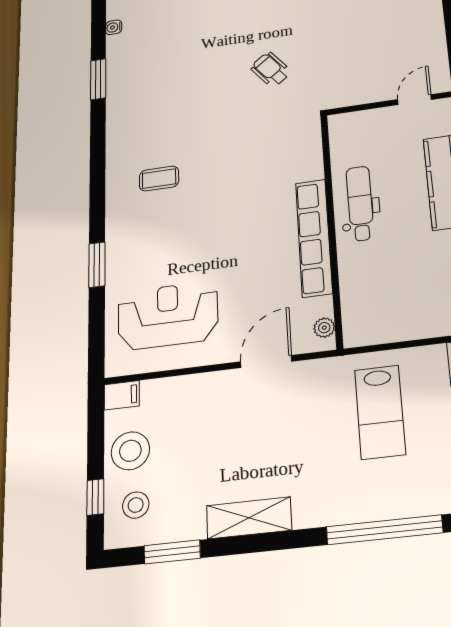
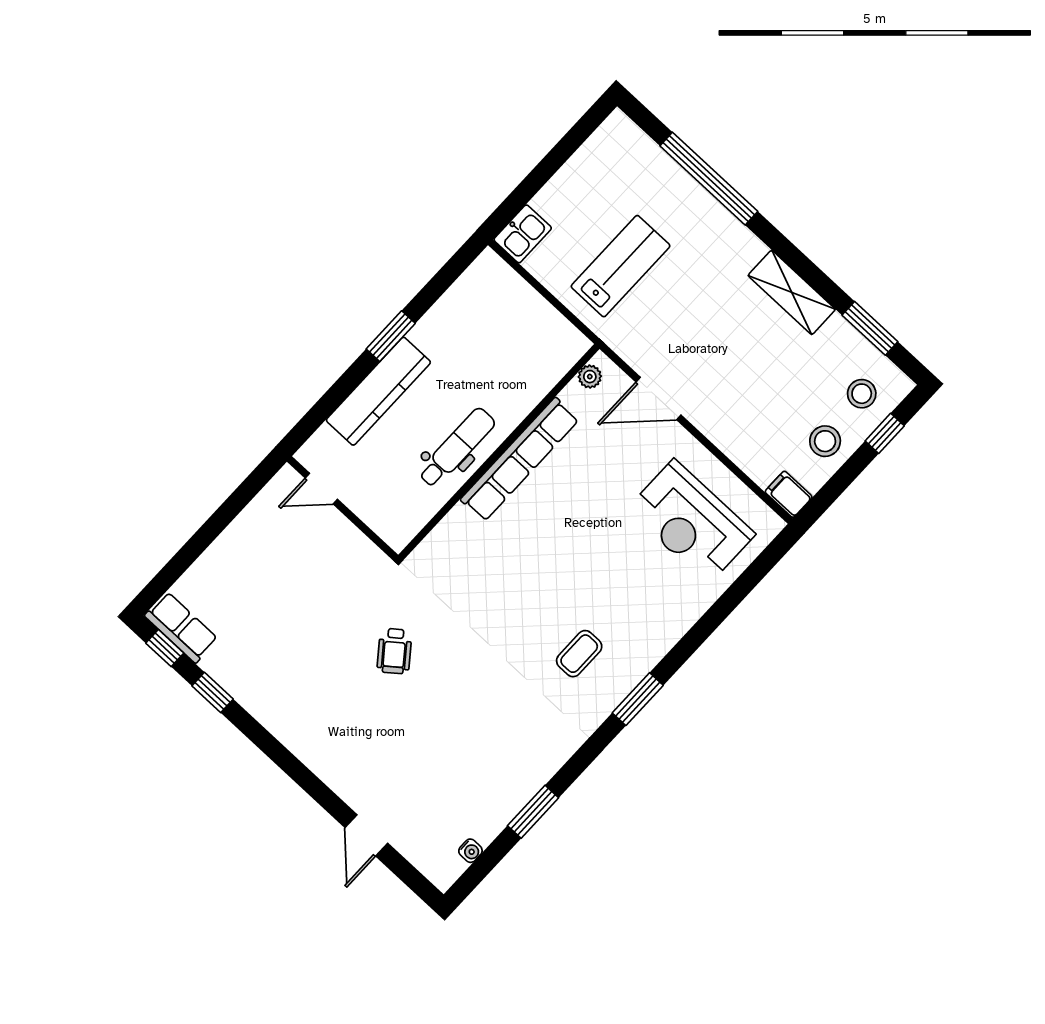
coffee table: (159, 179) -> (579, 654), turned 90
dental chair: (360, 203) -> (457, 448), turned 180
window: (97, 265) -> (638, 699), moved
stool: (130, 451) -> (825, 441), width x0.73, depth x0.73

